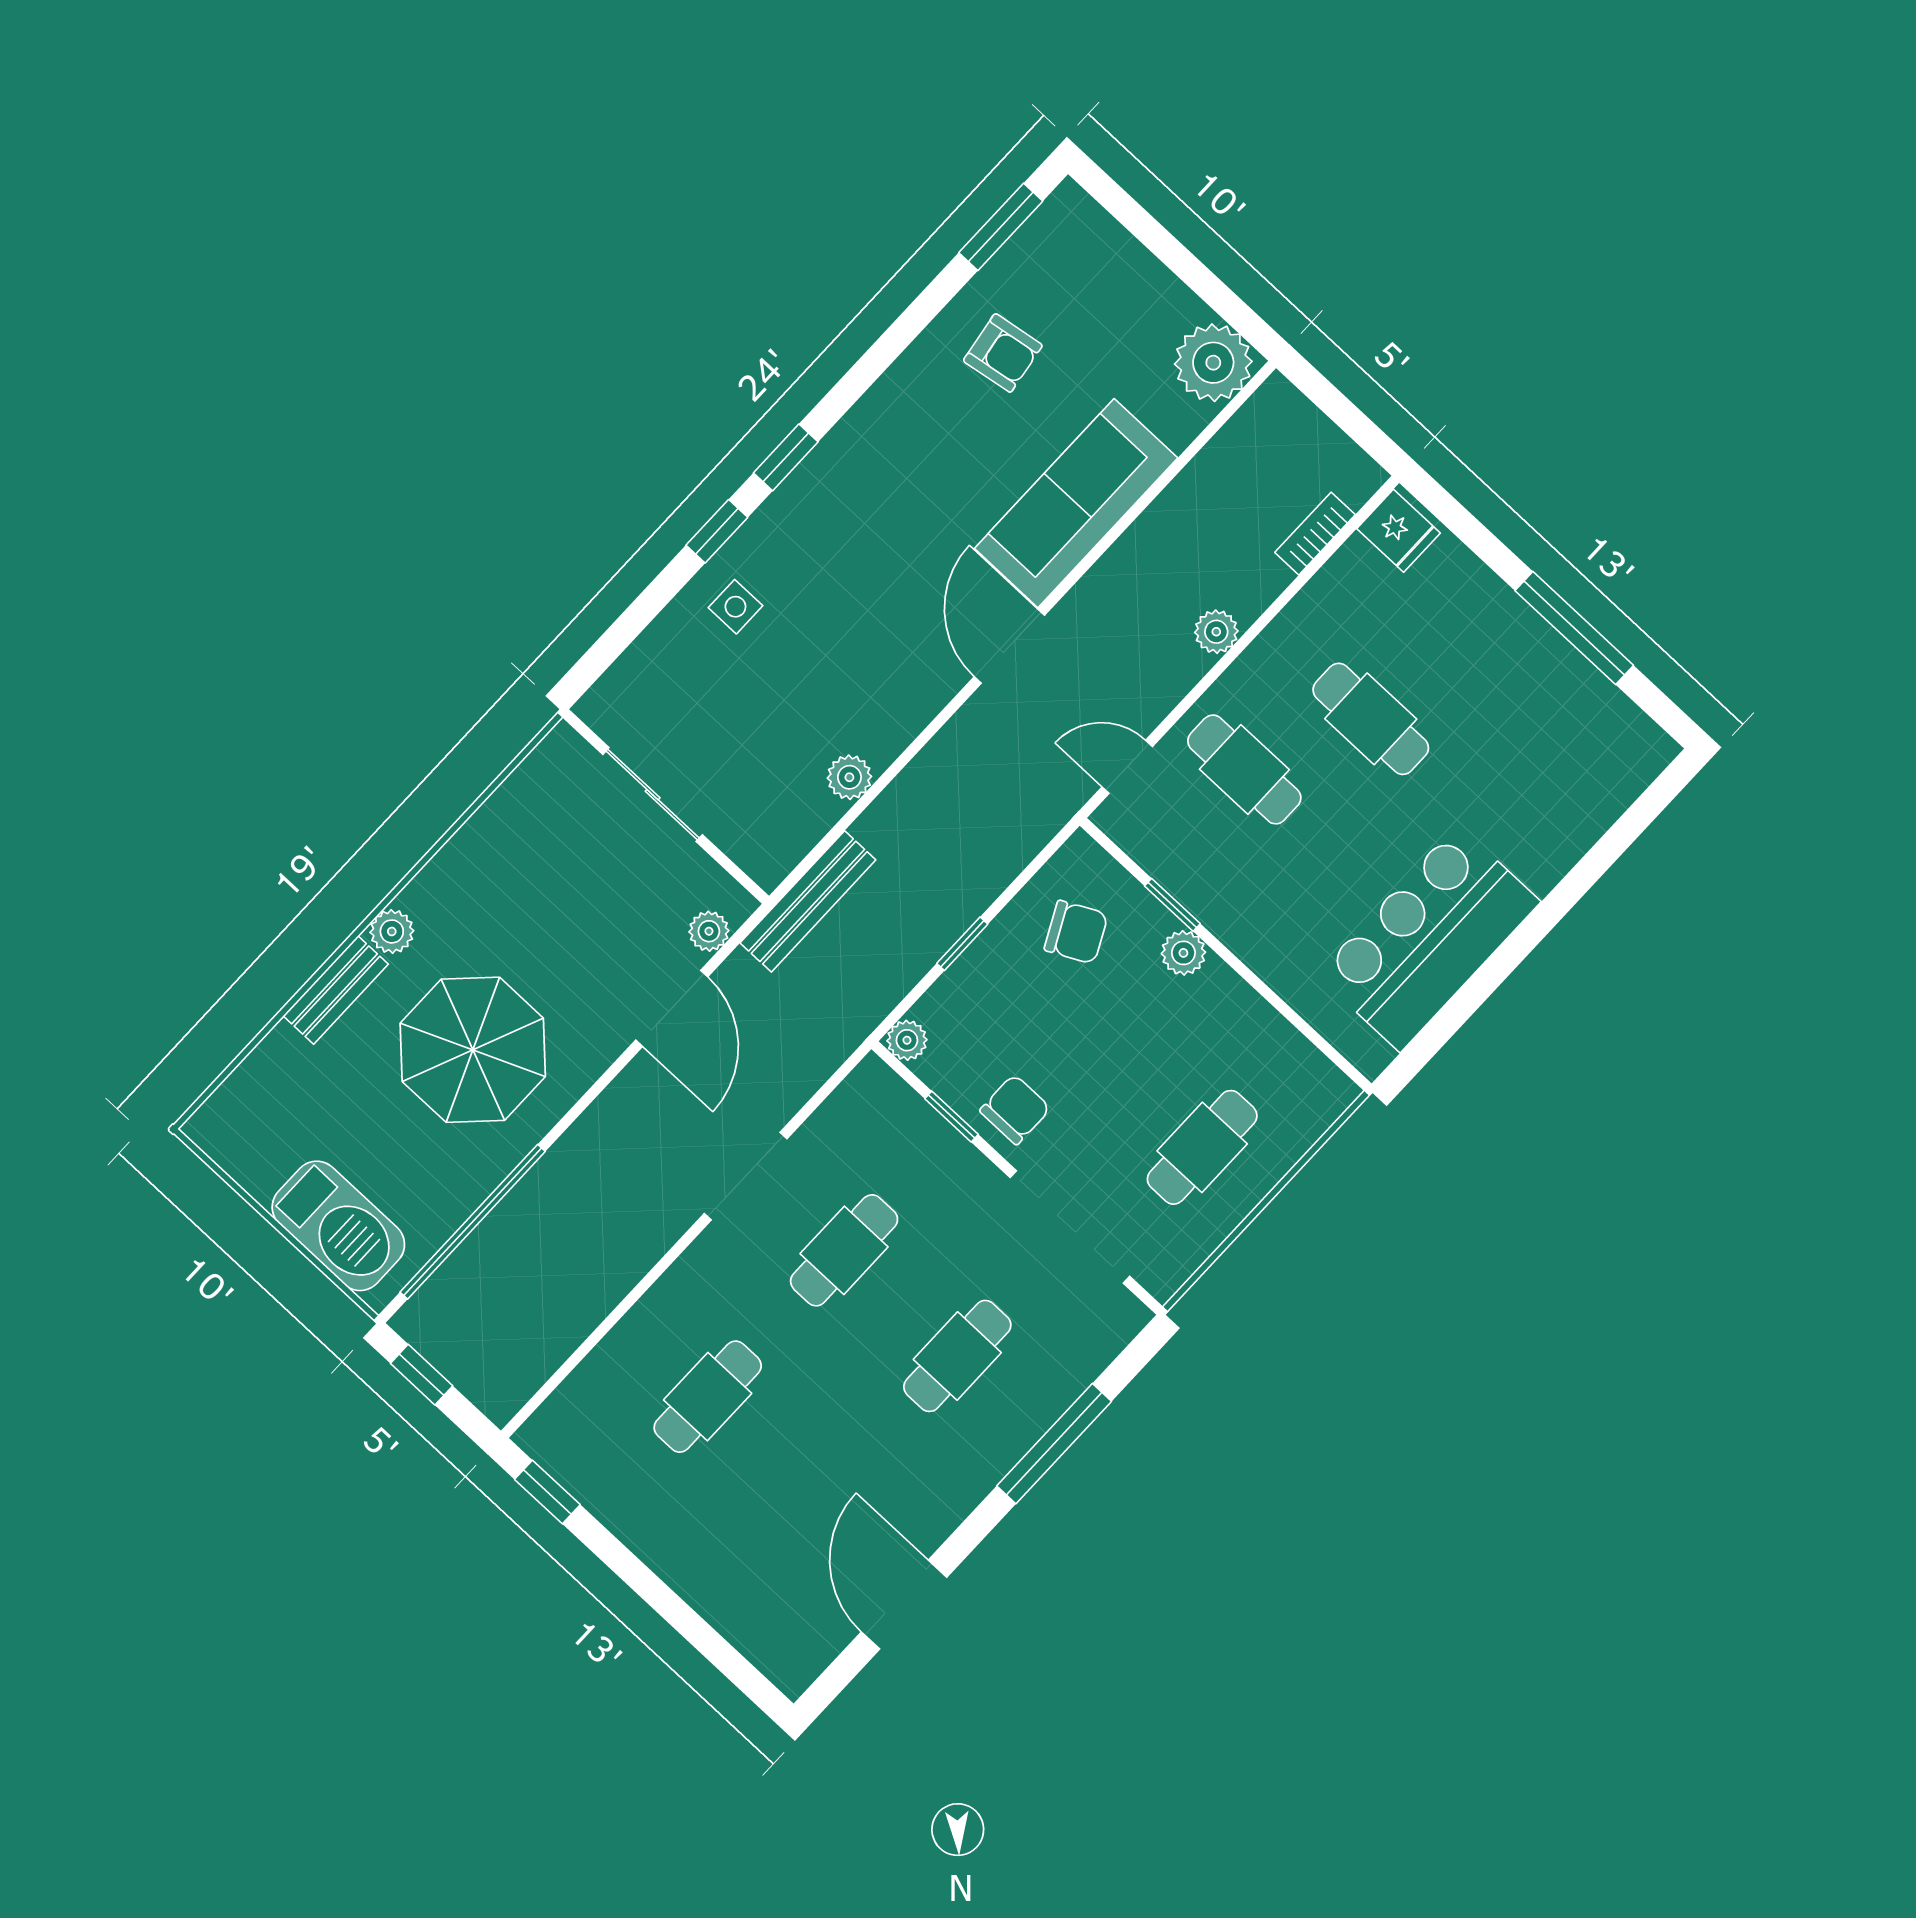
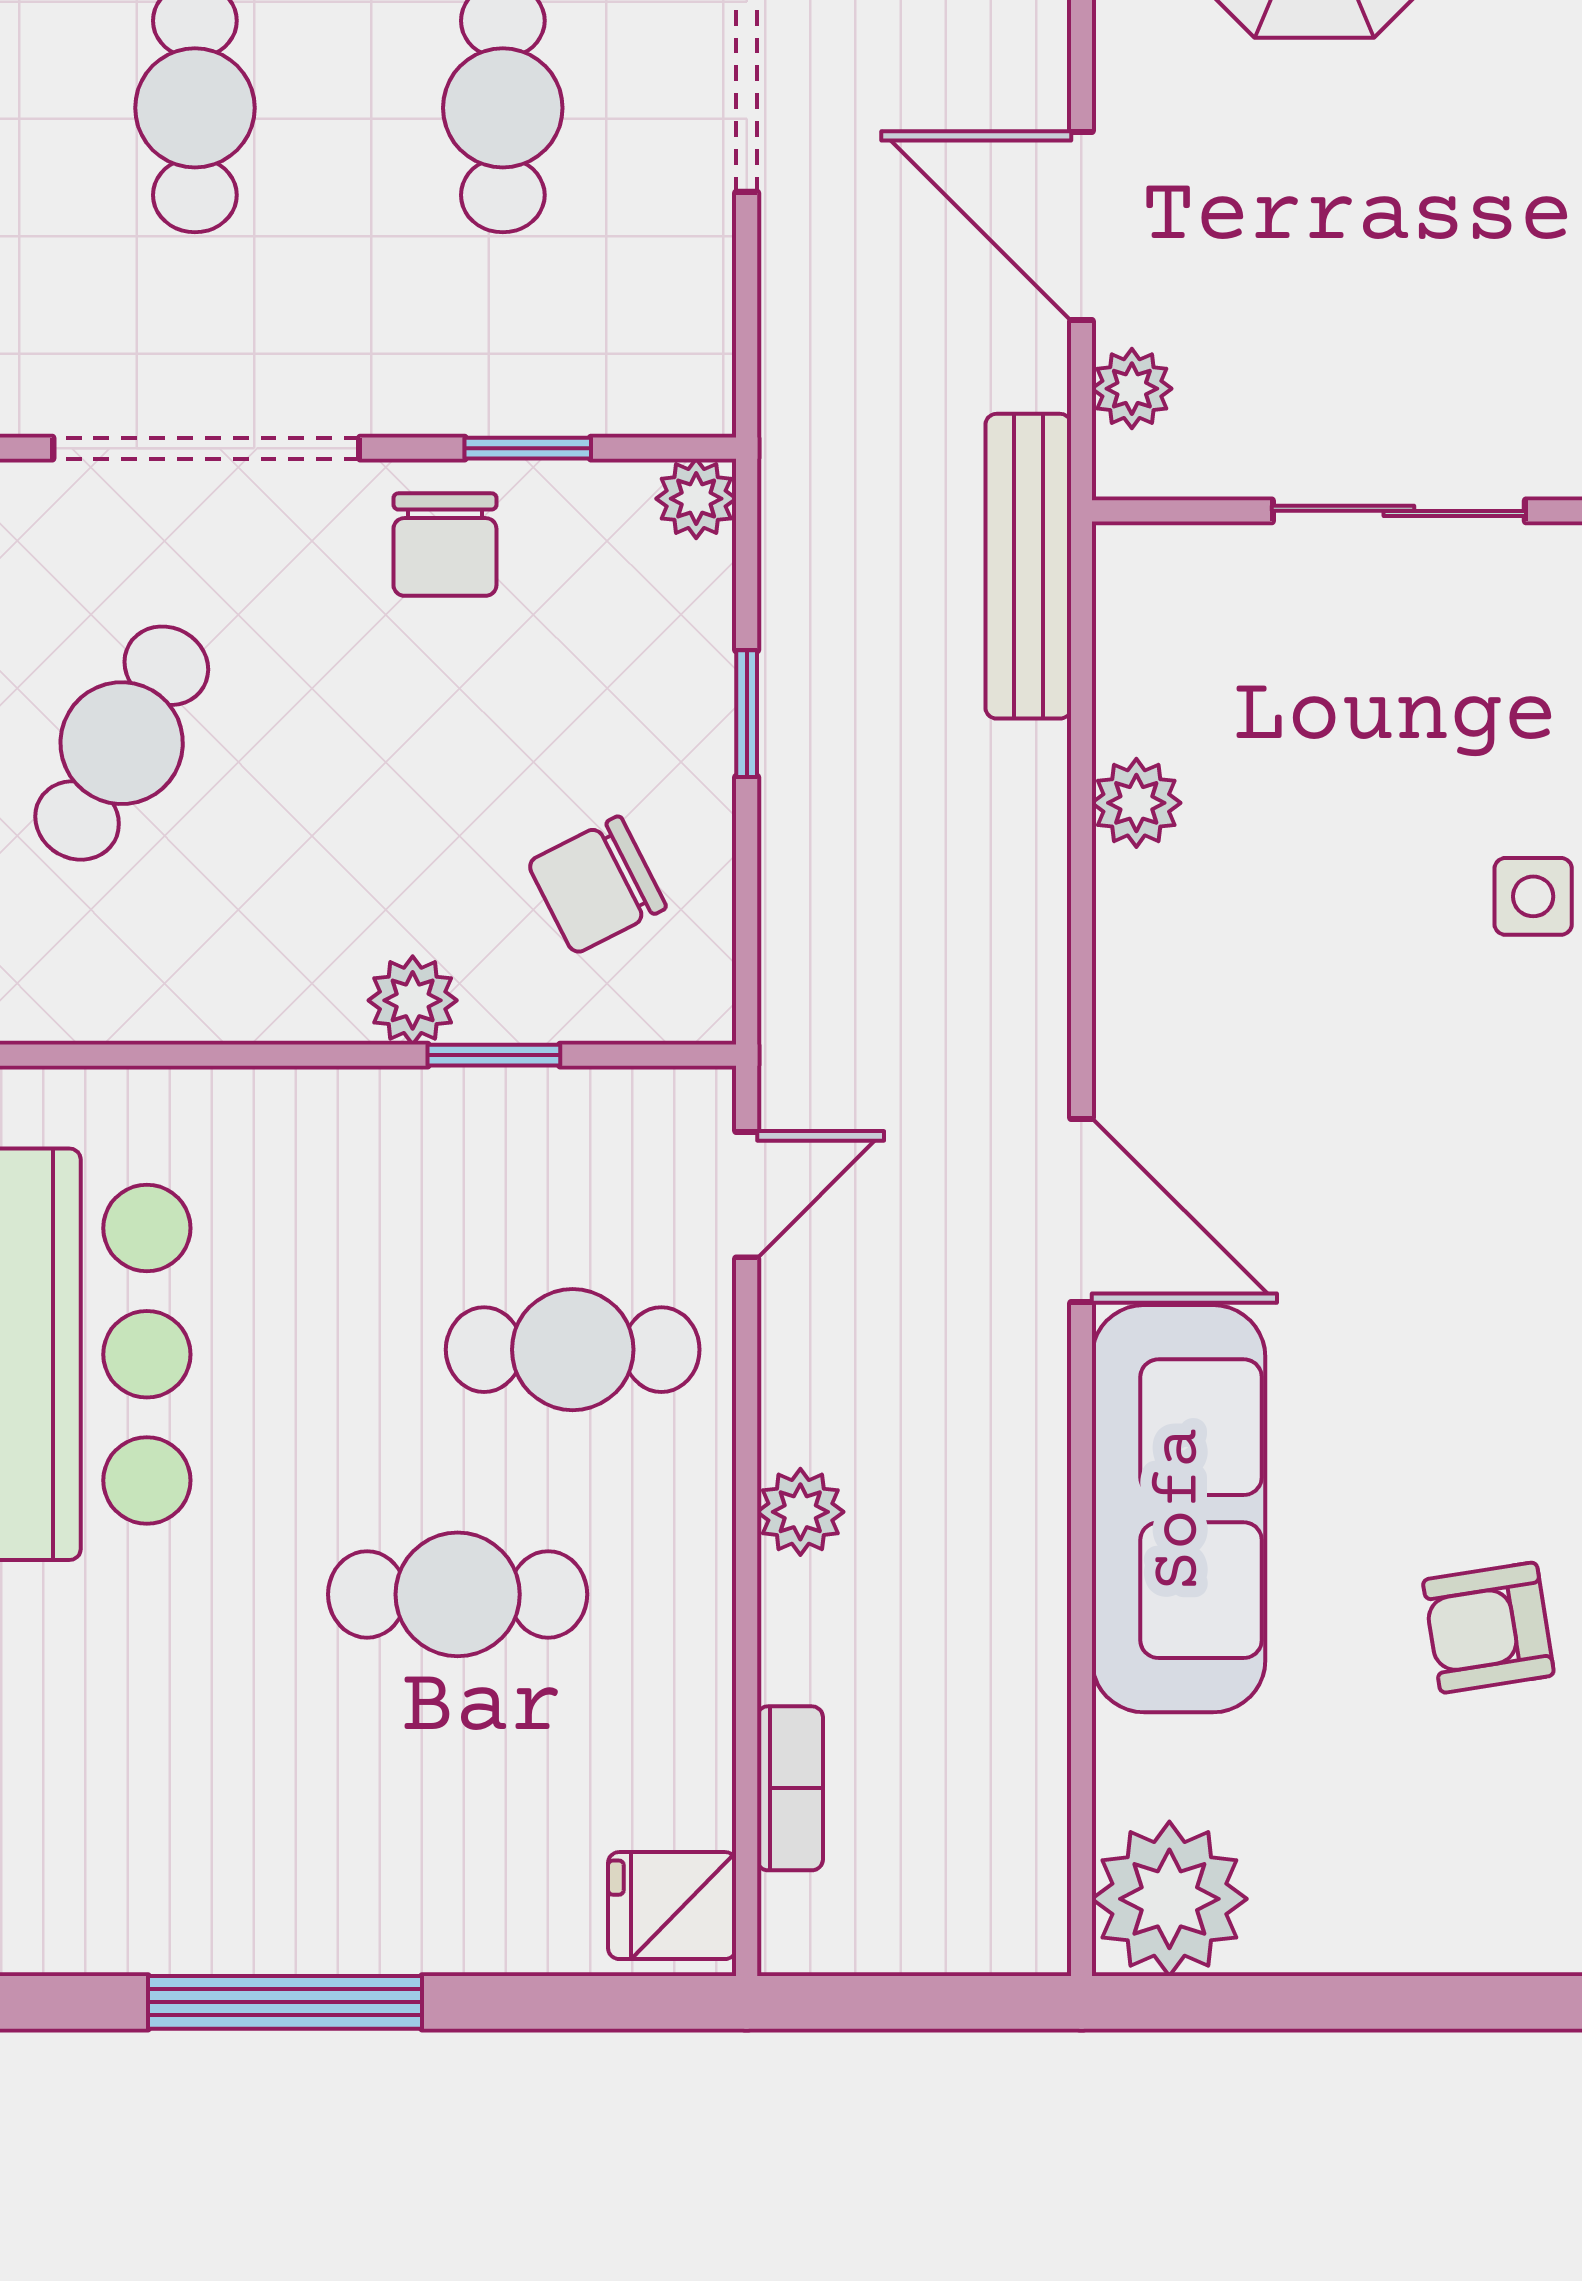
cafe table: (1202, 1147) -> (122, 743), turned 30

